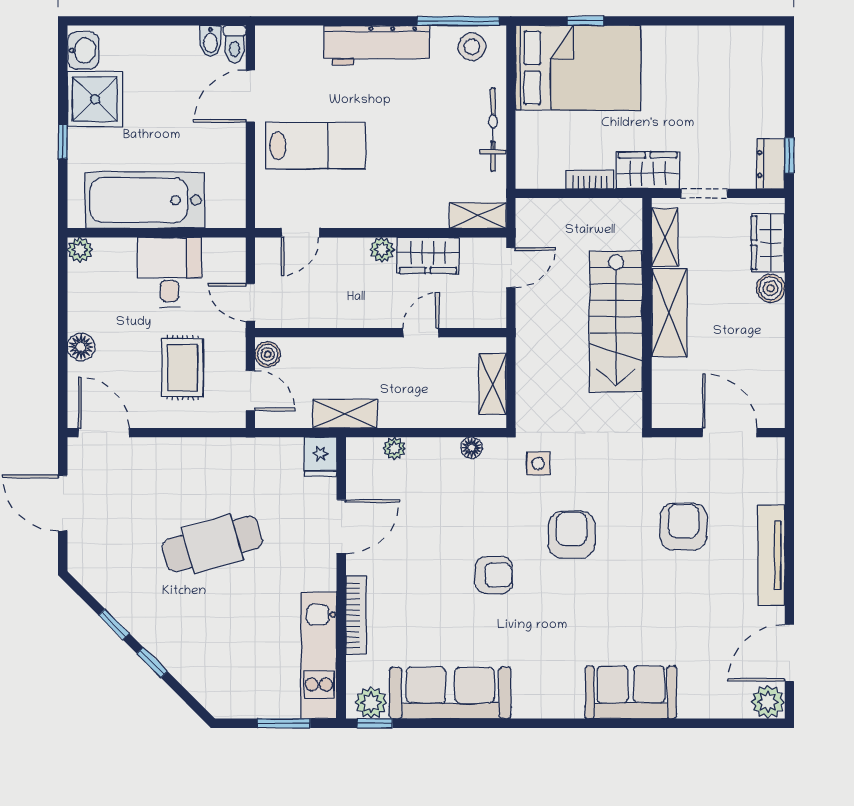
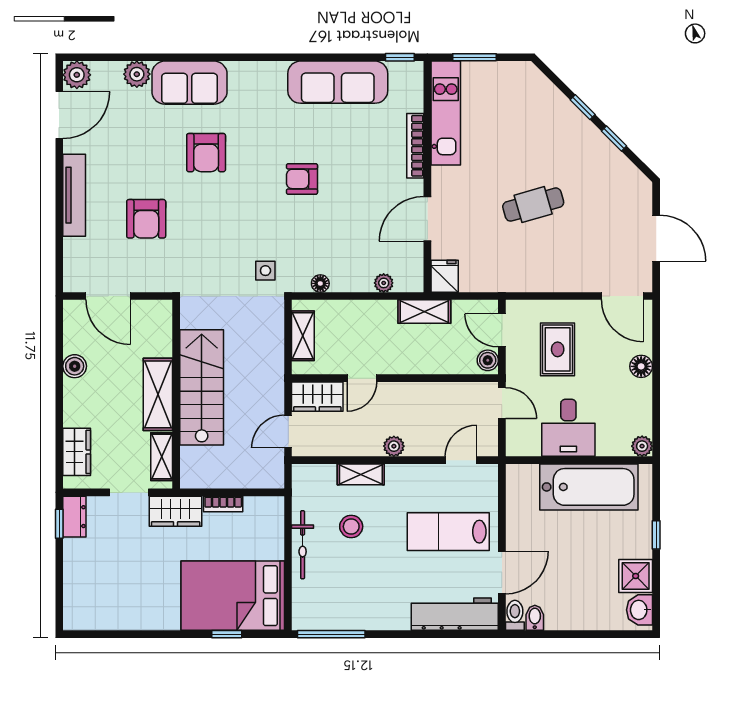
workbench: (377, 45) -> (455, 614), moved
stool: (472, 47) -> (351, 526), moved
shower: (95, 99) -> (636, 576), width x0.73, depth x0.73
shelving: (478, 215) -> (361, 474), moved
wardrobe: (428, 255) -> (317, 397), moved, turned 180
boiler: (771, 288) -> (75, 366), moved
armchair: (572, 535) -> (206, 153), moved
cafe table: (212, 544) -> (533, 205), width x0.73, depth x0.74
plant: (371, 703) -> (137, 74), moved

